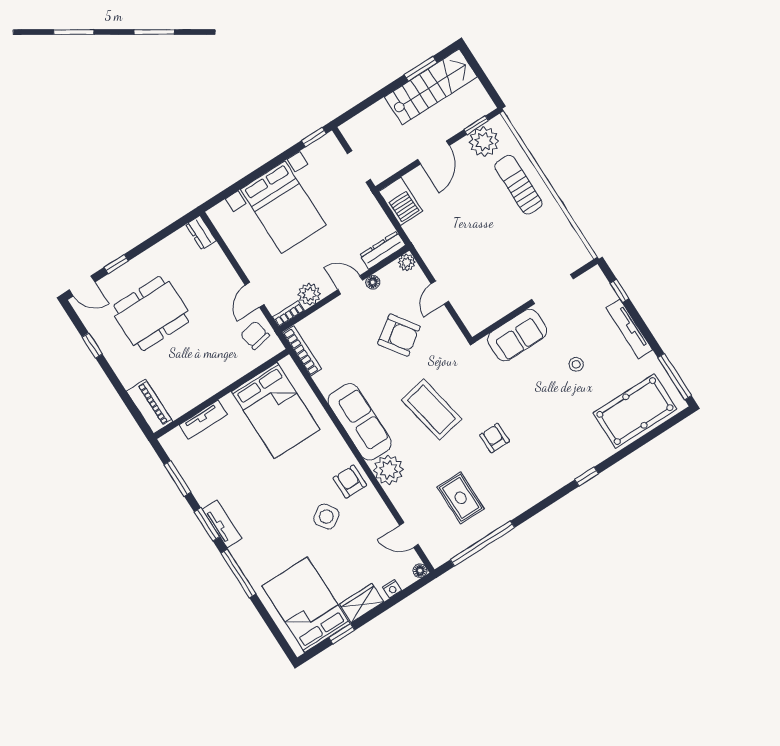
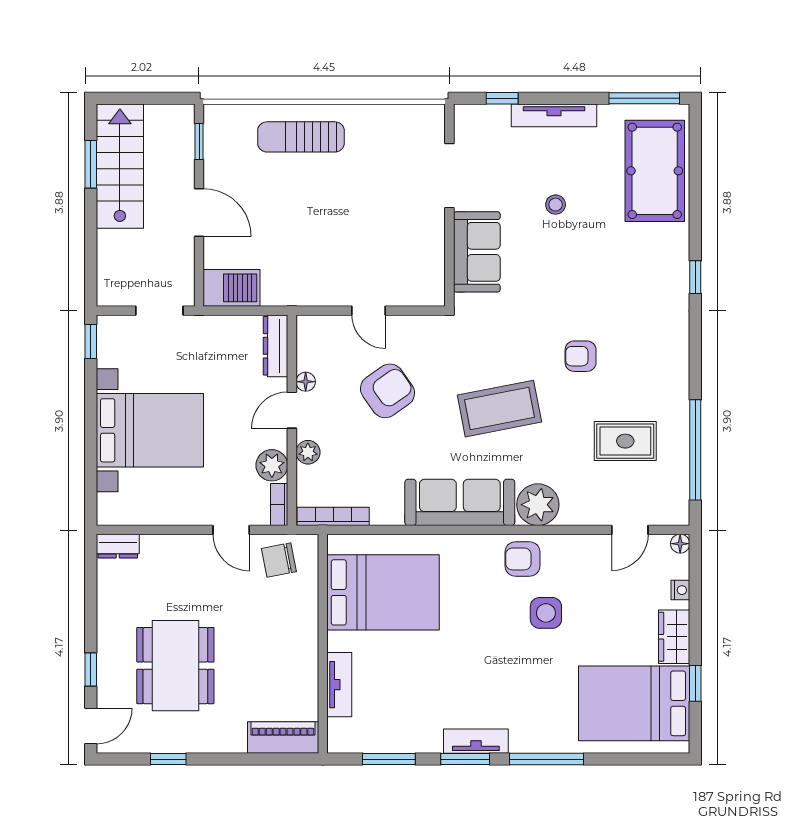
plant: (484, 142) -> (224, 145), removed
plant: (407, 262) -> (308, 452), moved
side table: (326, 517) -> (546, 613), turned 35

